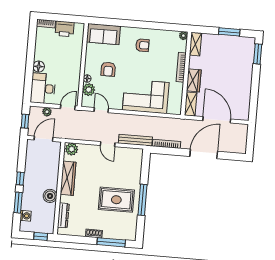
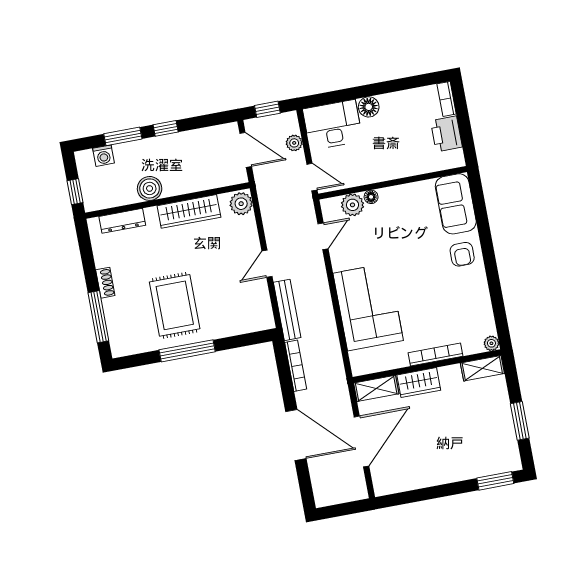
armchair: (142, 45) -> (462, 254), moved
armchair: (108, 69) -> (397, 229), removed

